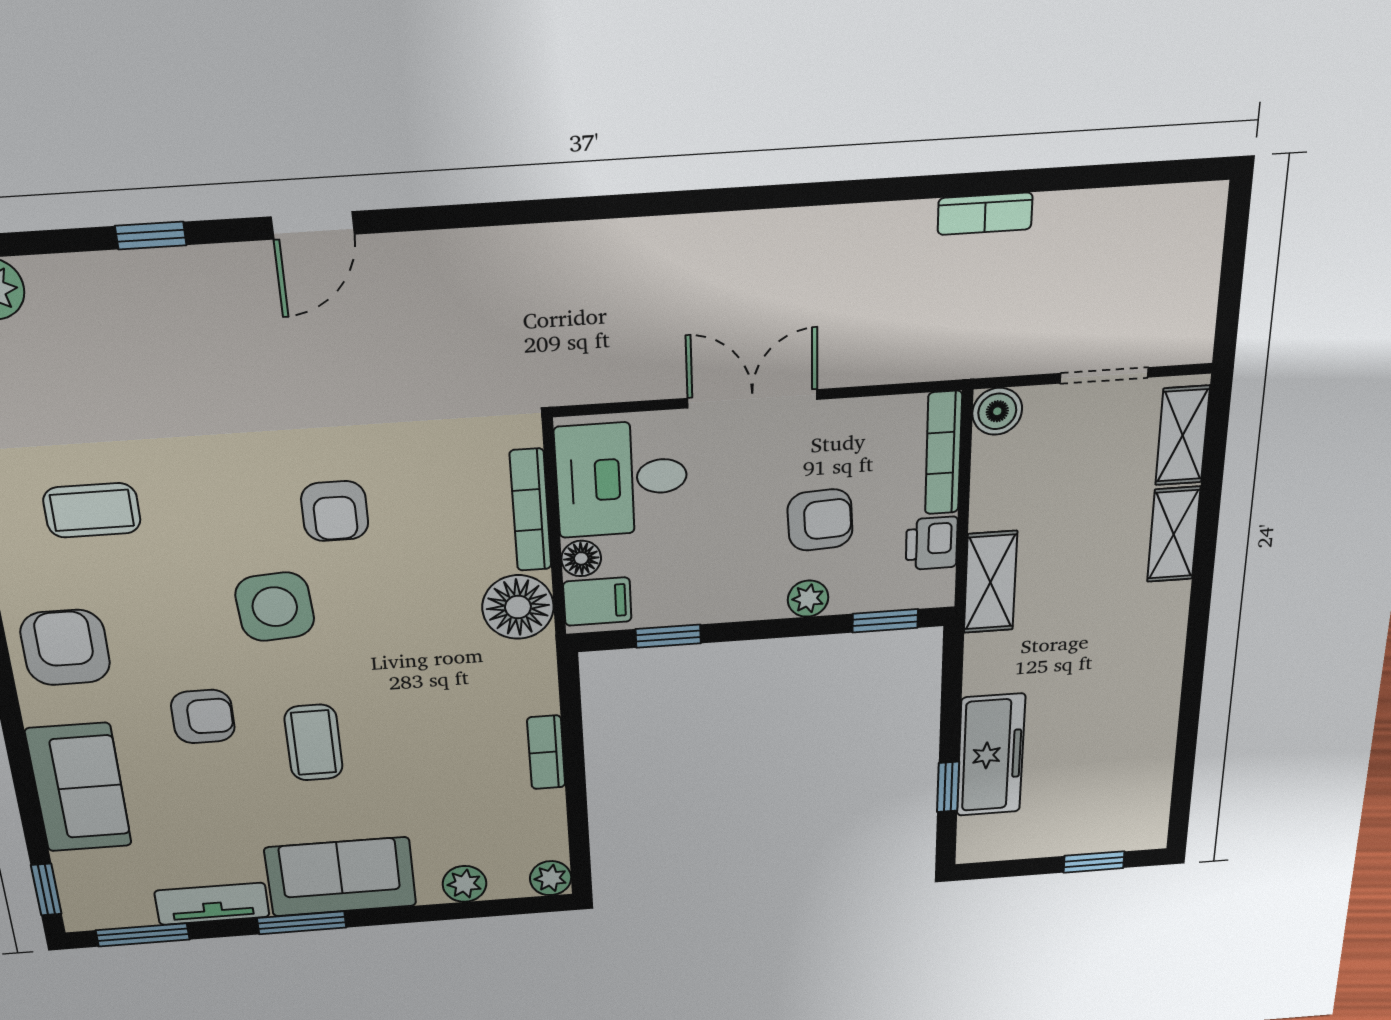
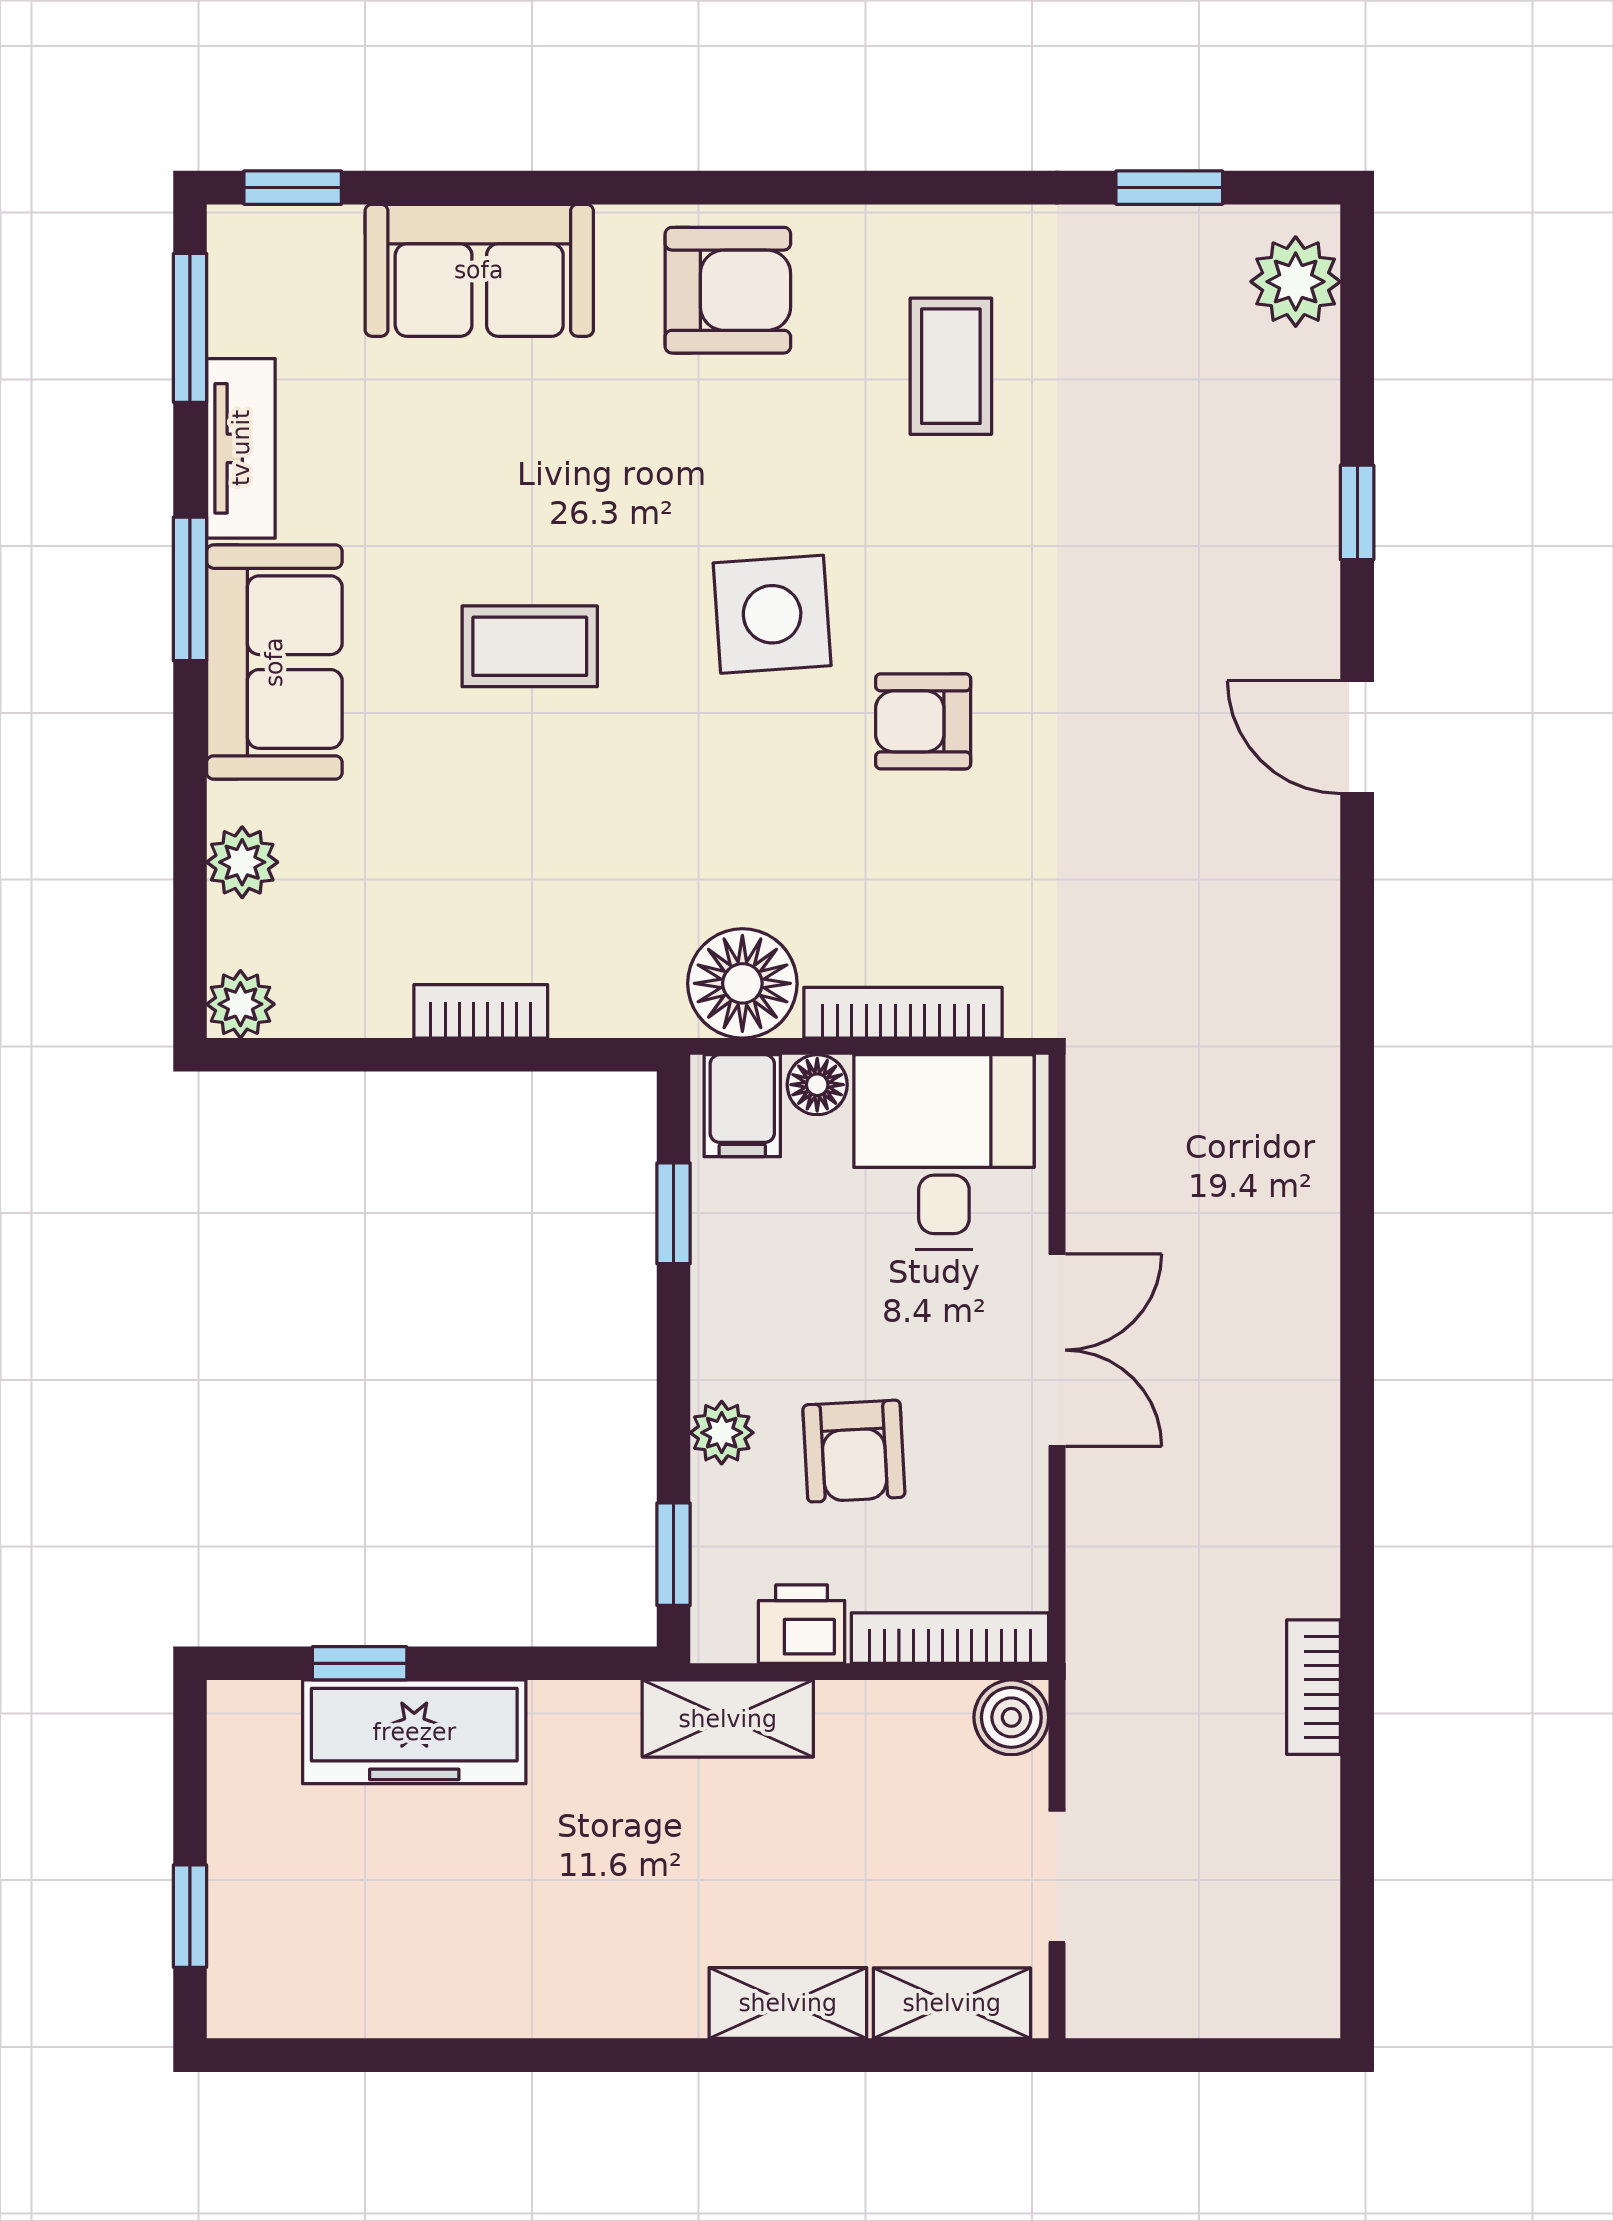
armchair: (203, 717) -> (591, 481), removed

